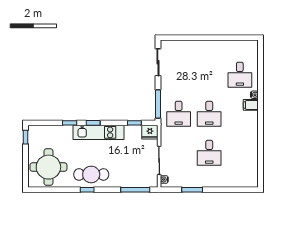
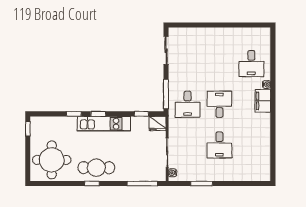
filing cabinet: (251, 105) -> (263, 101), width x2.00
desk: (209, 114) -> (219, 104), turned 180

